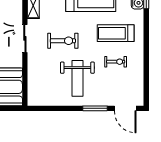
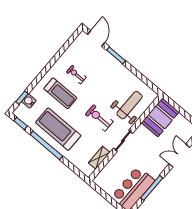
weight bench: (77, 78) -> (130, 105), moved

